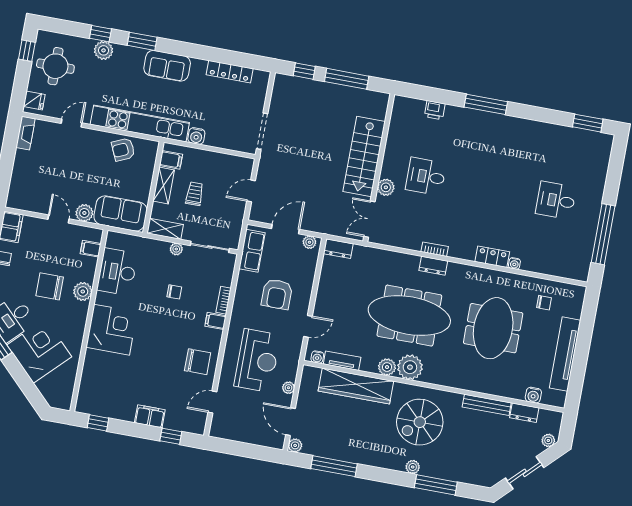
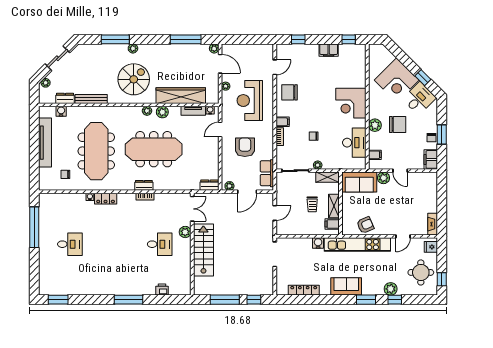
meeting table: (493, 328) -> (96, 151), width x1.36
plant: (410, 367) -> (147, 111), width x0.53, depth x0.53
filing cabinet: (150, 416) -> (329, 50), moved

